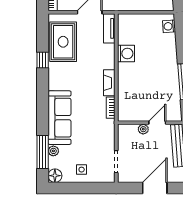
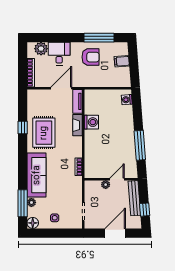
rug: (63, 42) -> (44, 133), moved
fireplace: (109, 83) -> (78, 125), moved

